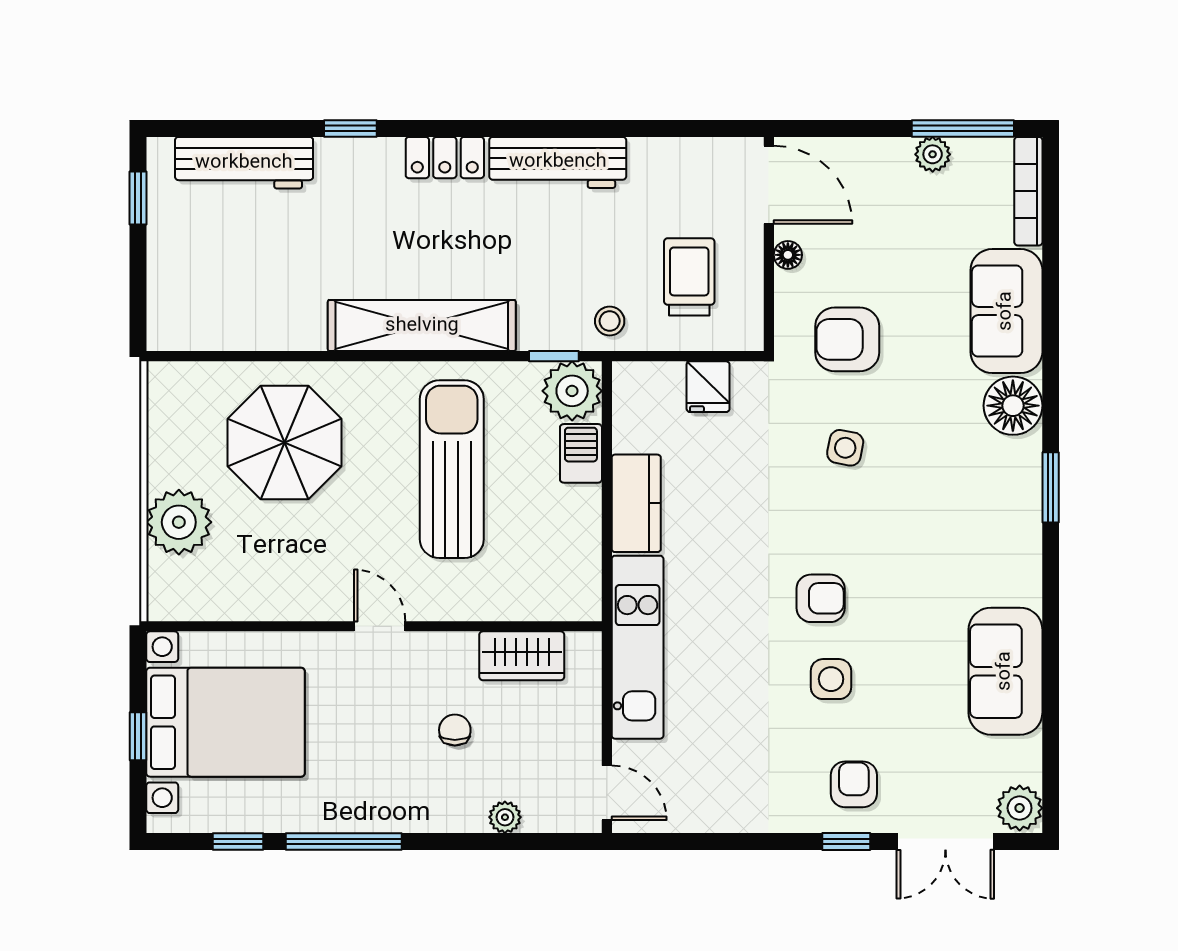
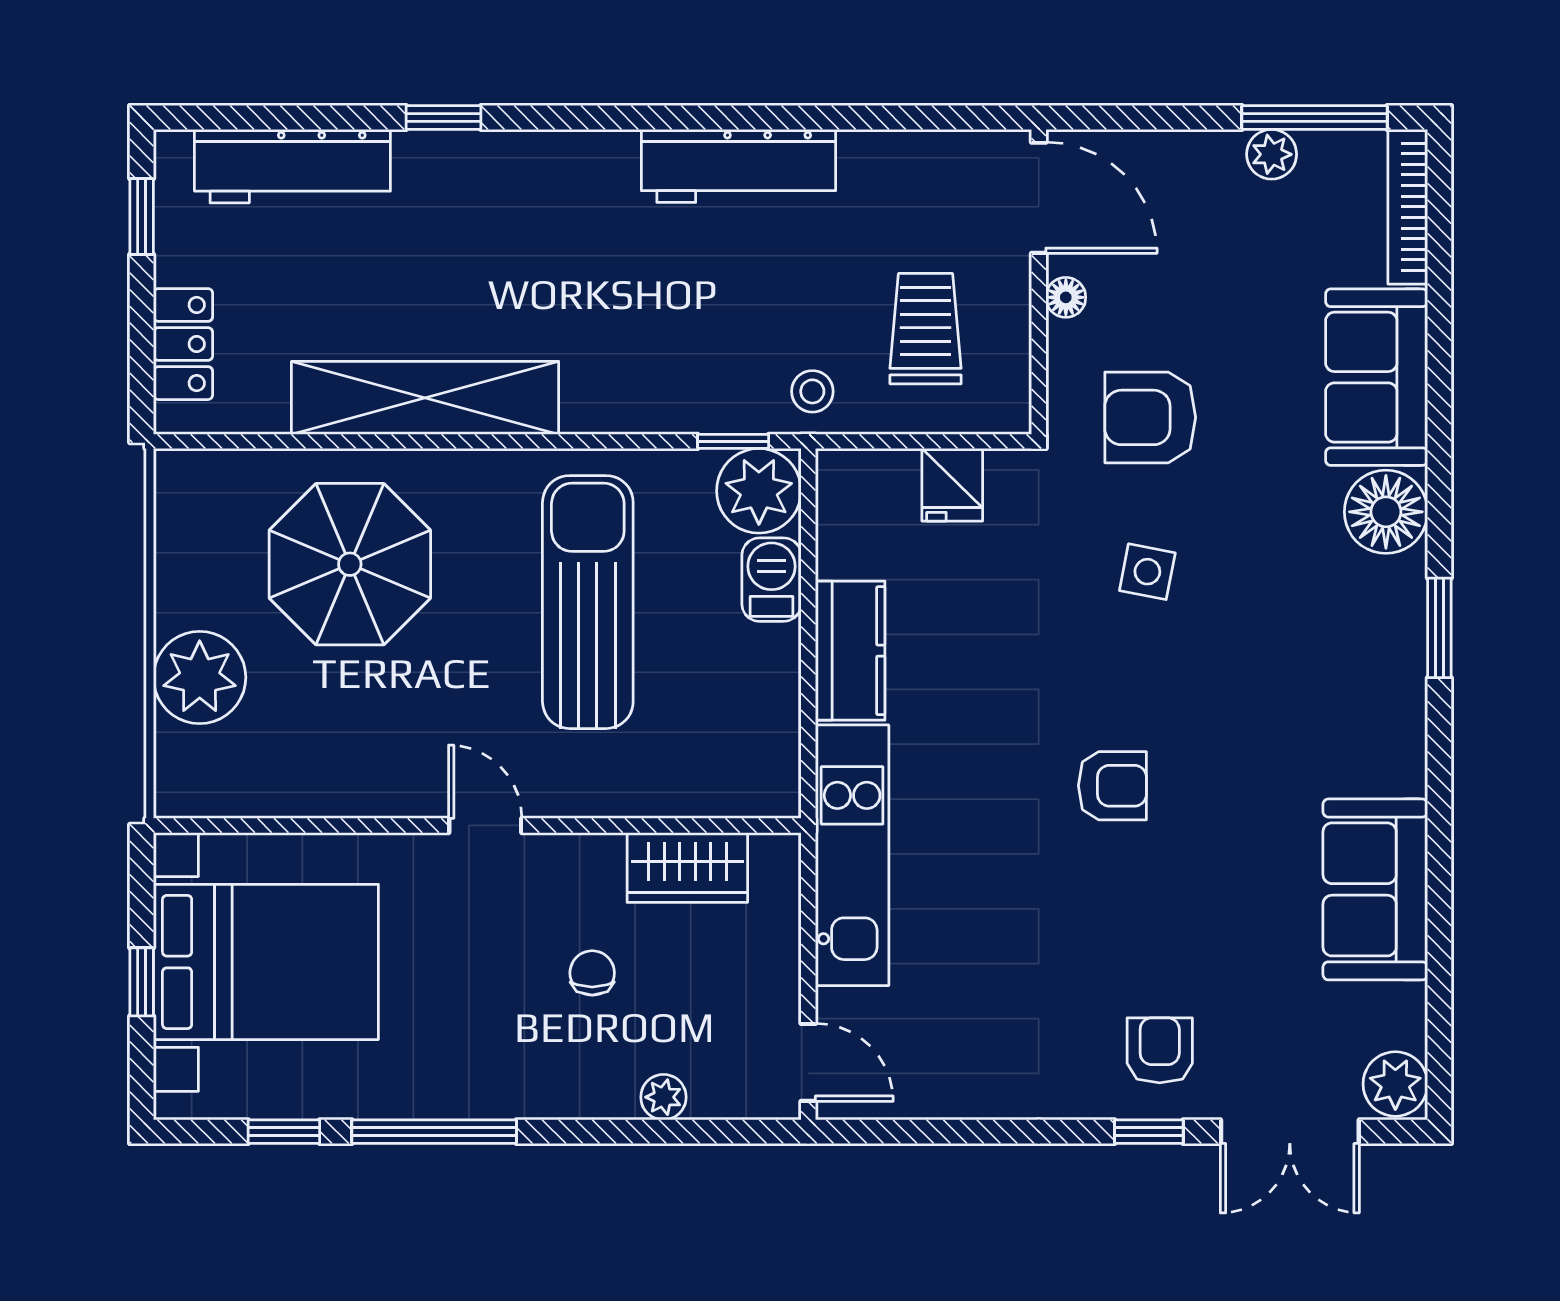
locker: (445, 158) -> (183, 344), moved, turned -90
shelving: (422, 326) -> (425, 398), moved
side table: (831, 679) -> (1127, 901), removed

